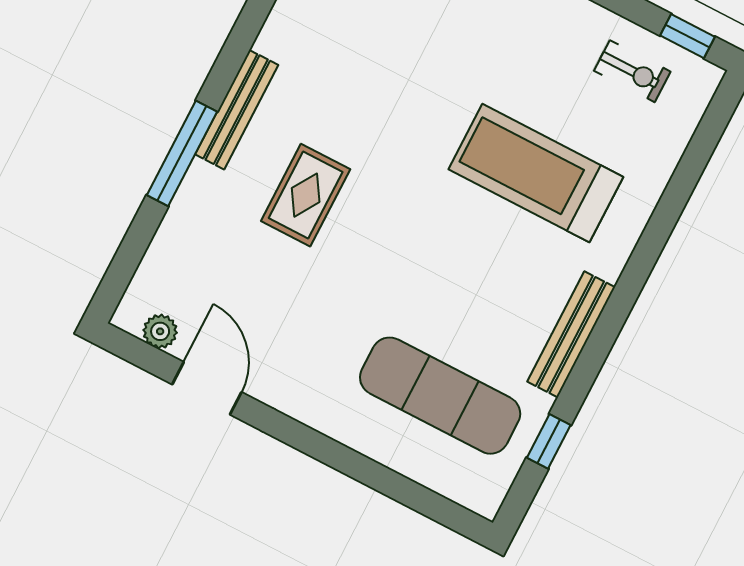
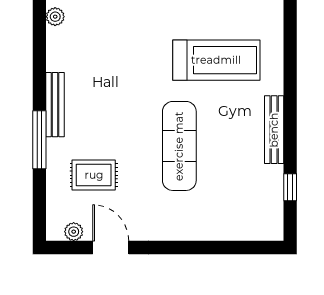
treadmill: (536, 173) -> (216, 60), turned 180
rug: (306, 195) -> (94, 175), moved, turned 90
exercise mat: (440, 396) -> (179, 146), moved, turned 90

